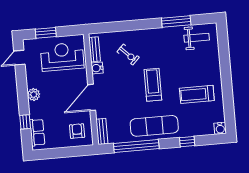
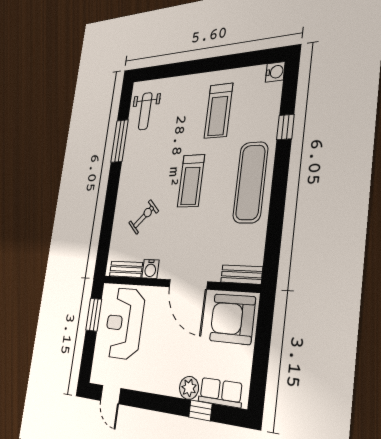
window: (46, 33) -> (94, 315), moved
weight bench: (197, 38) -> (145, 111), turned 180
treadmill: (153, 85) -> (191, 181), turned -90
plant: (34, 95) -> (189, 388), moved
armchair: (77, 131) -> (232, 319), width x1.88, depth x1.88
window: (136, 146) -> (276, 216), removed

